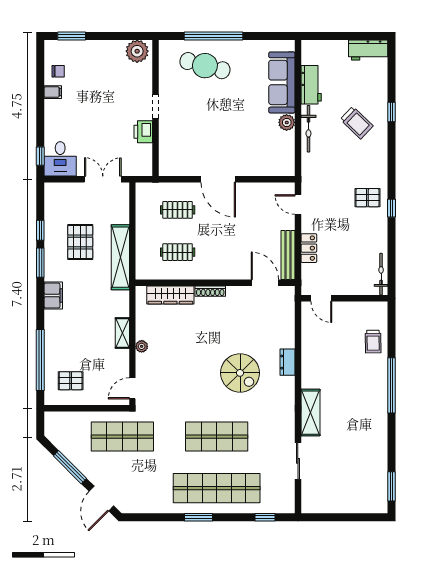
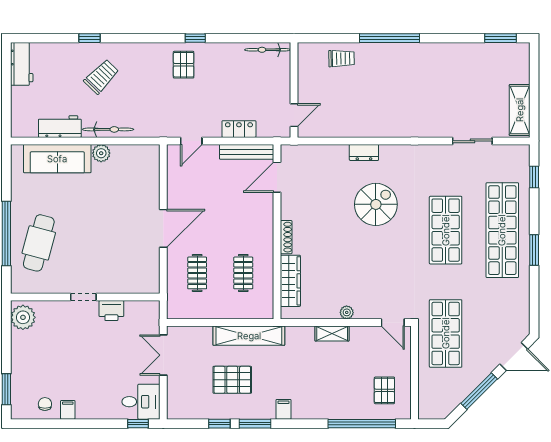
filing cabinet: (53, 296) -> (283, 409), width x0.50
shelving: (310, 413) -> (520, 110), moved, turned 90

